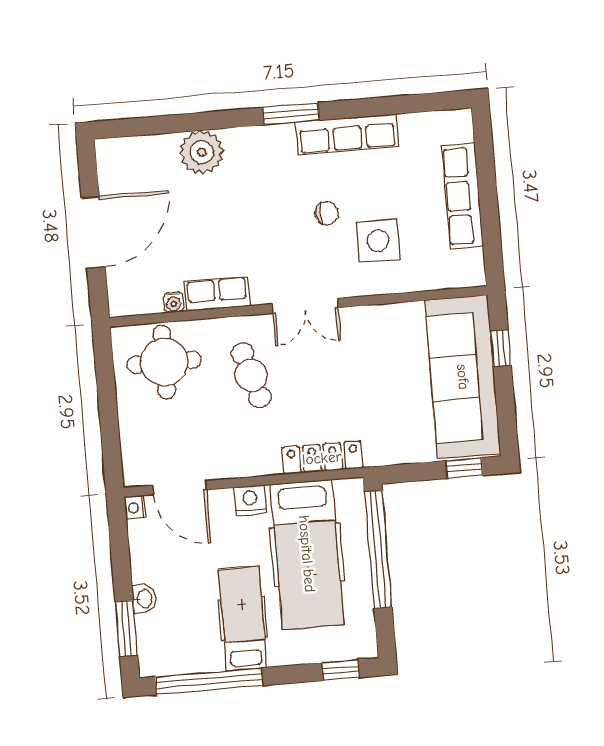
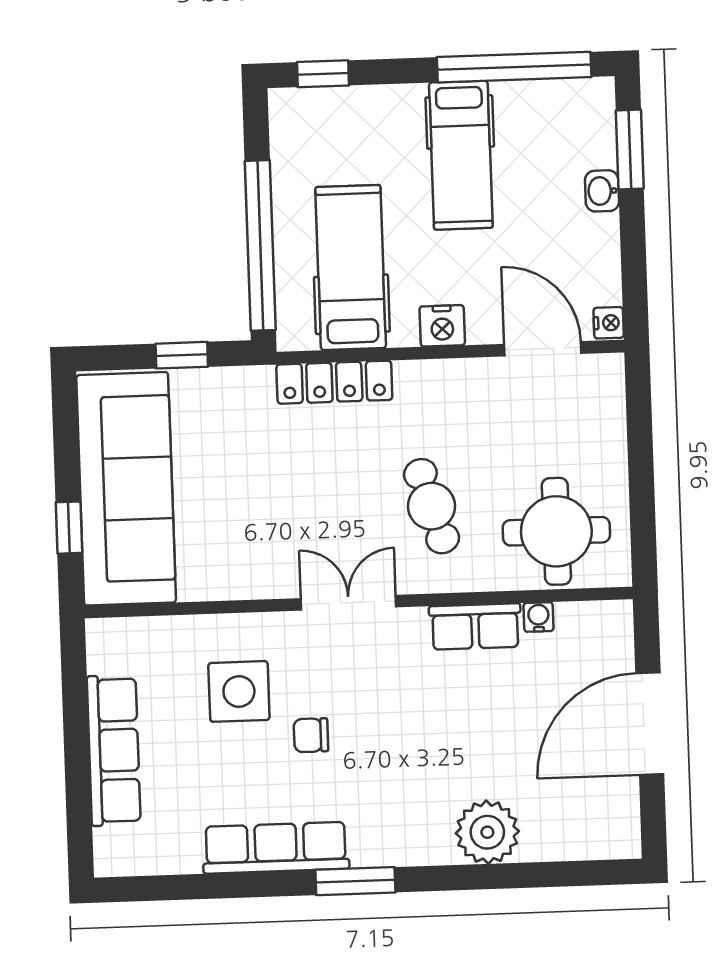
window: (465, 468) -> (182, 355), moved
hospital bed: (307, 554) -> (351, 268), width x0.73, depth x0.78

